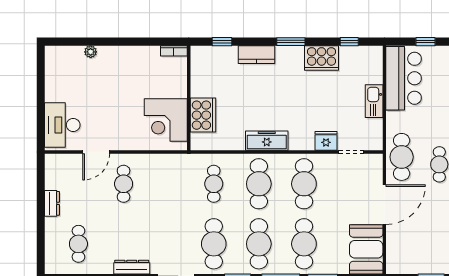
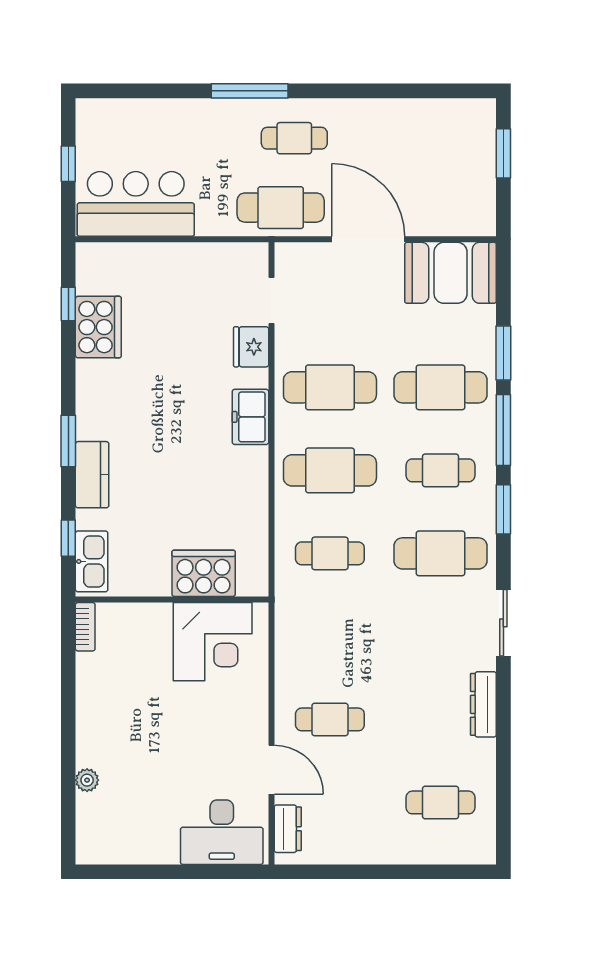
window: (291, 42) -> (68, 441), moved
cooker: (322, 58) -> (98, 327), moved
kitchen sink: (374, 101) -> (92, 561), moved, turned -90
freezer: (267, 141) -> (250, 417), moved, width x0.71
dresser: (52, 203) -> (288, 829), moved, turned 90
cafe table: (259, 244) -> (441, 470), width x0.73, depth x0.74

